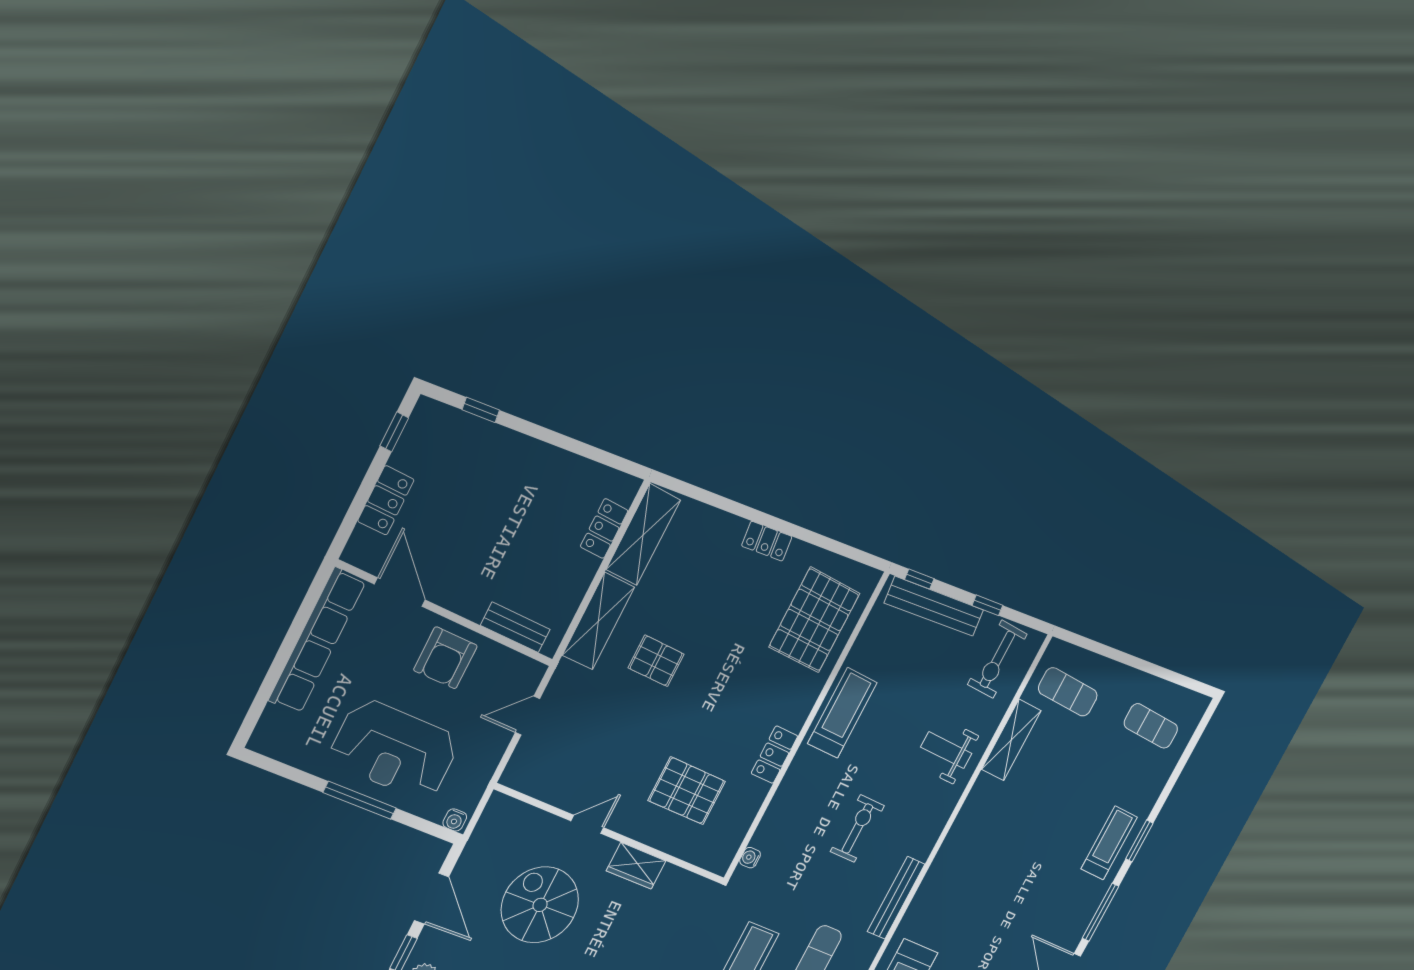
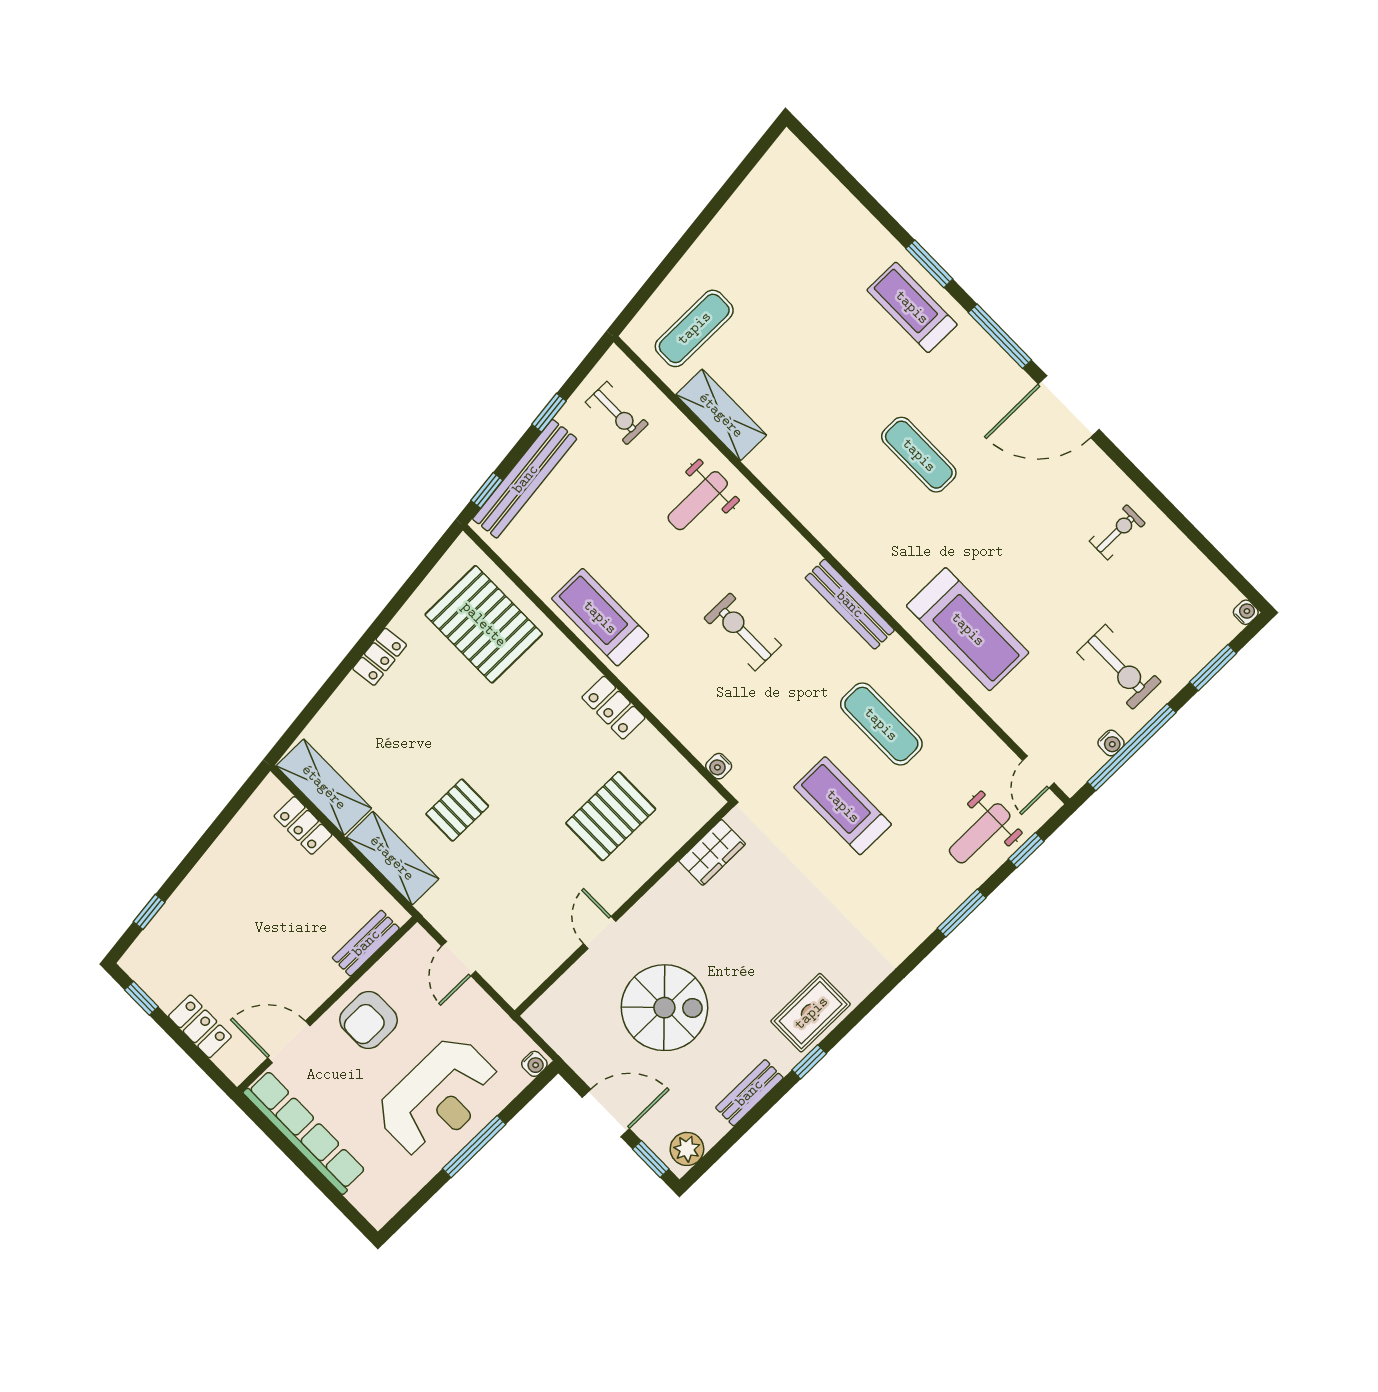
armchair: (445, 658) -> (368, 1020), turned 90
exercise bike: (997, 659) -> (617, 413), width x0.73, depth x0.72
exercise mat: (1151, 726) -> (919, 455), moved, turned 90
wardrobe: (636, 866) -> (712, 852), moved
spiral stairs: (540, 905) -> (664, 1008), turned 180

